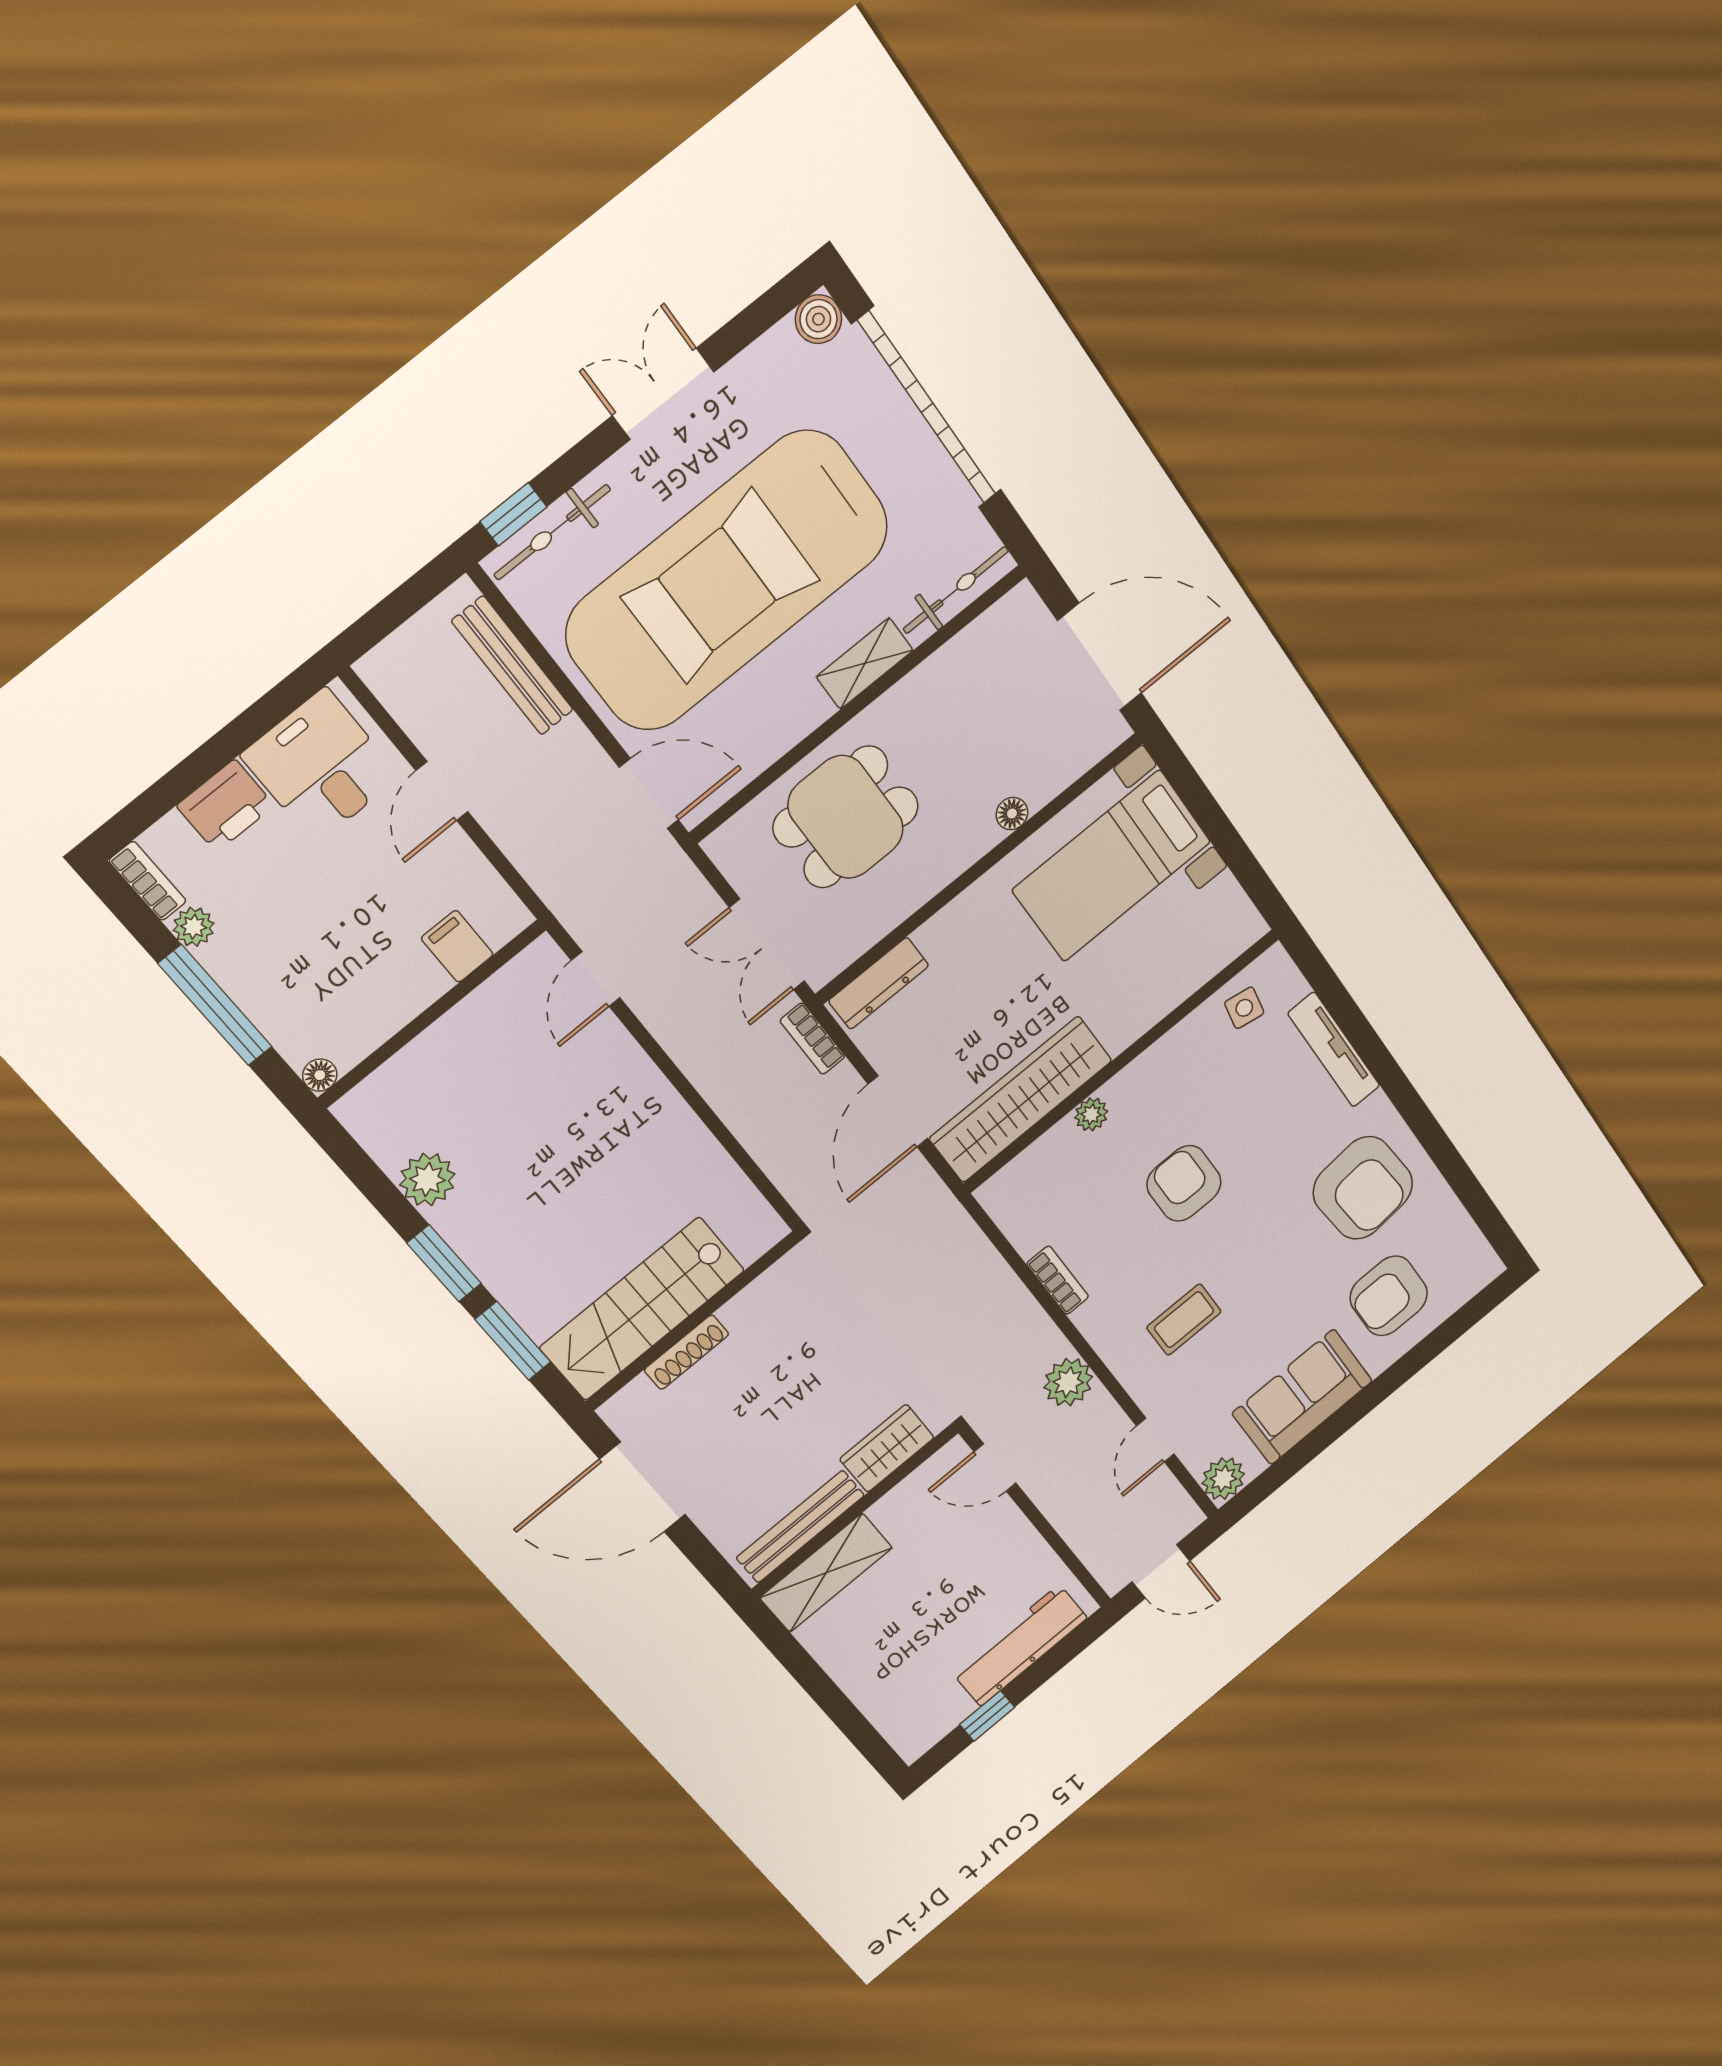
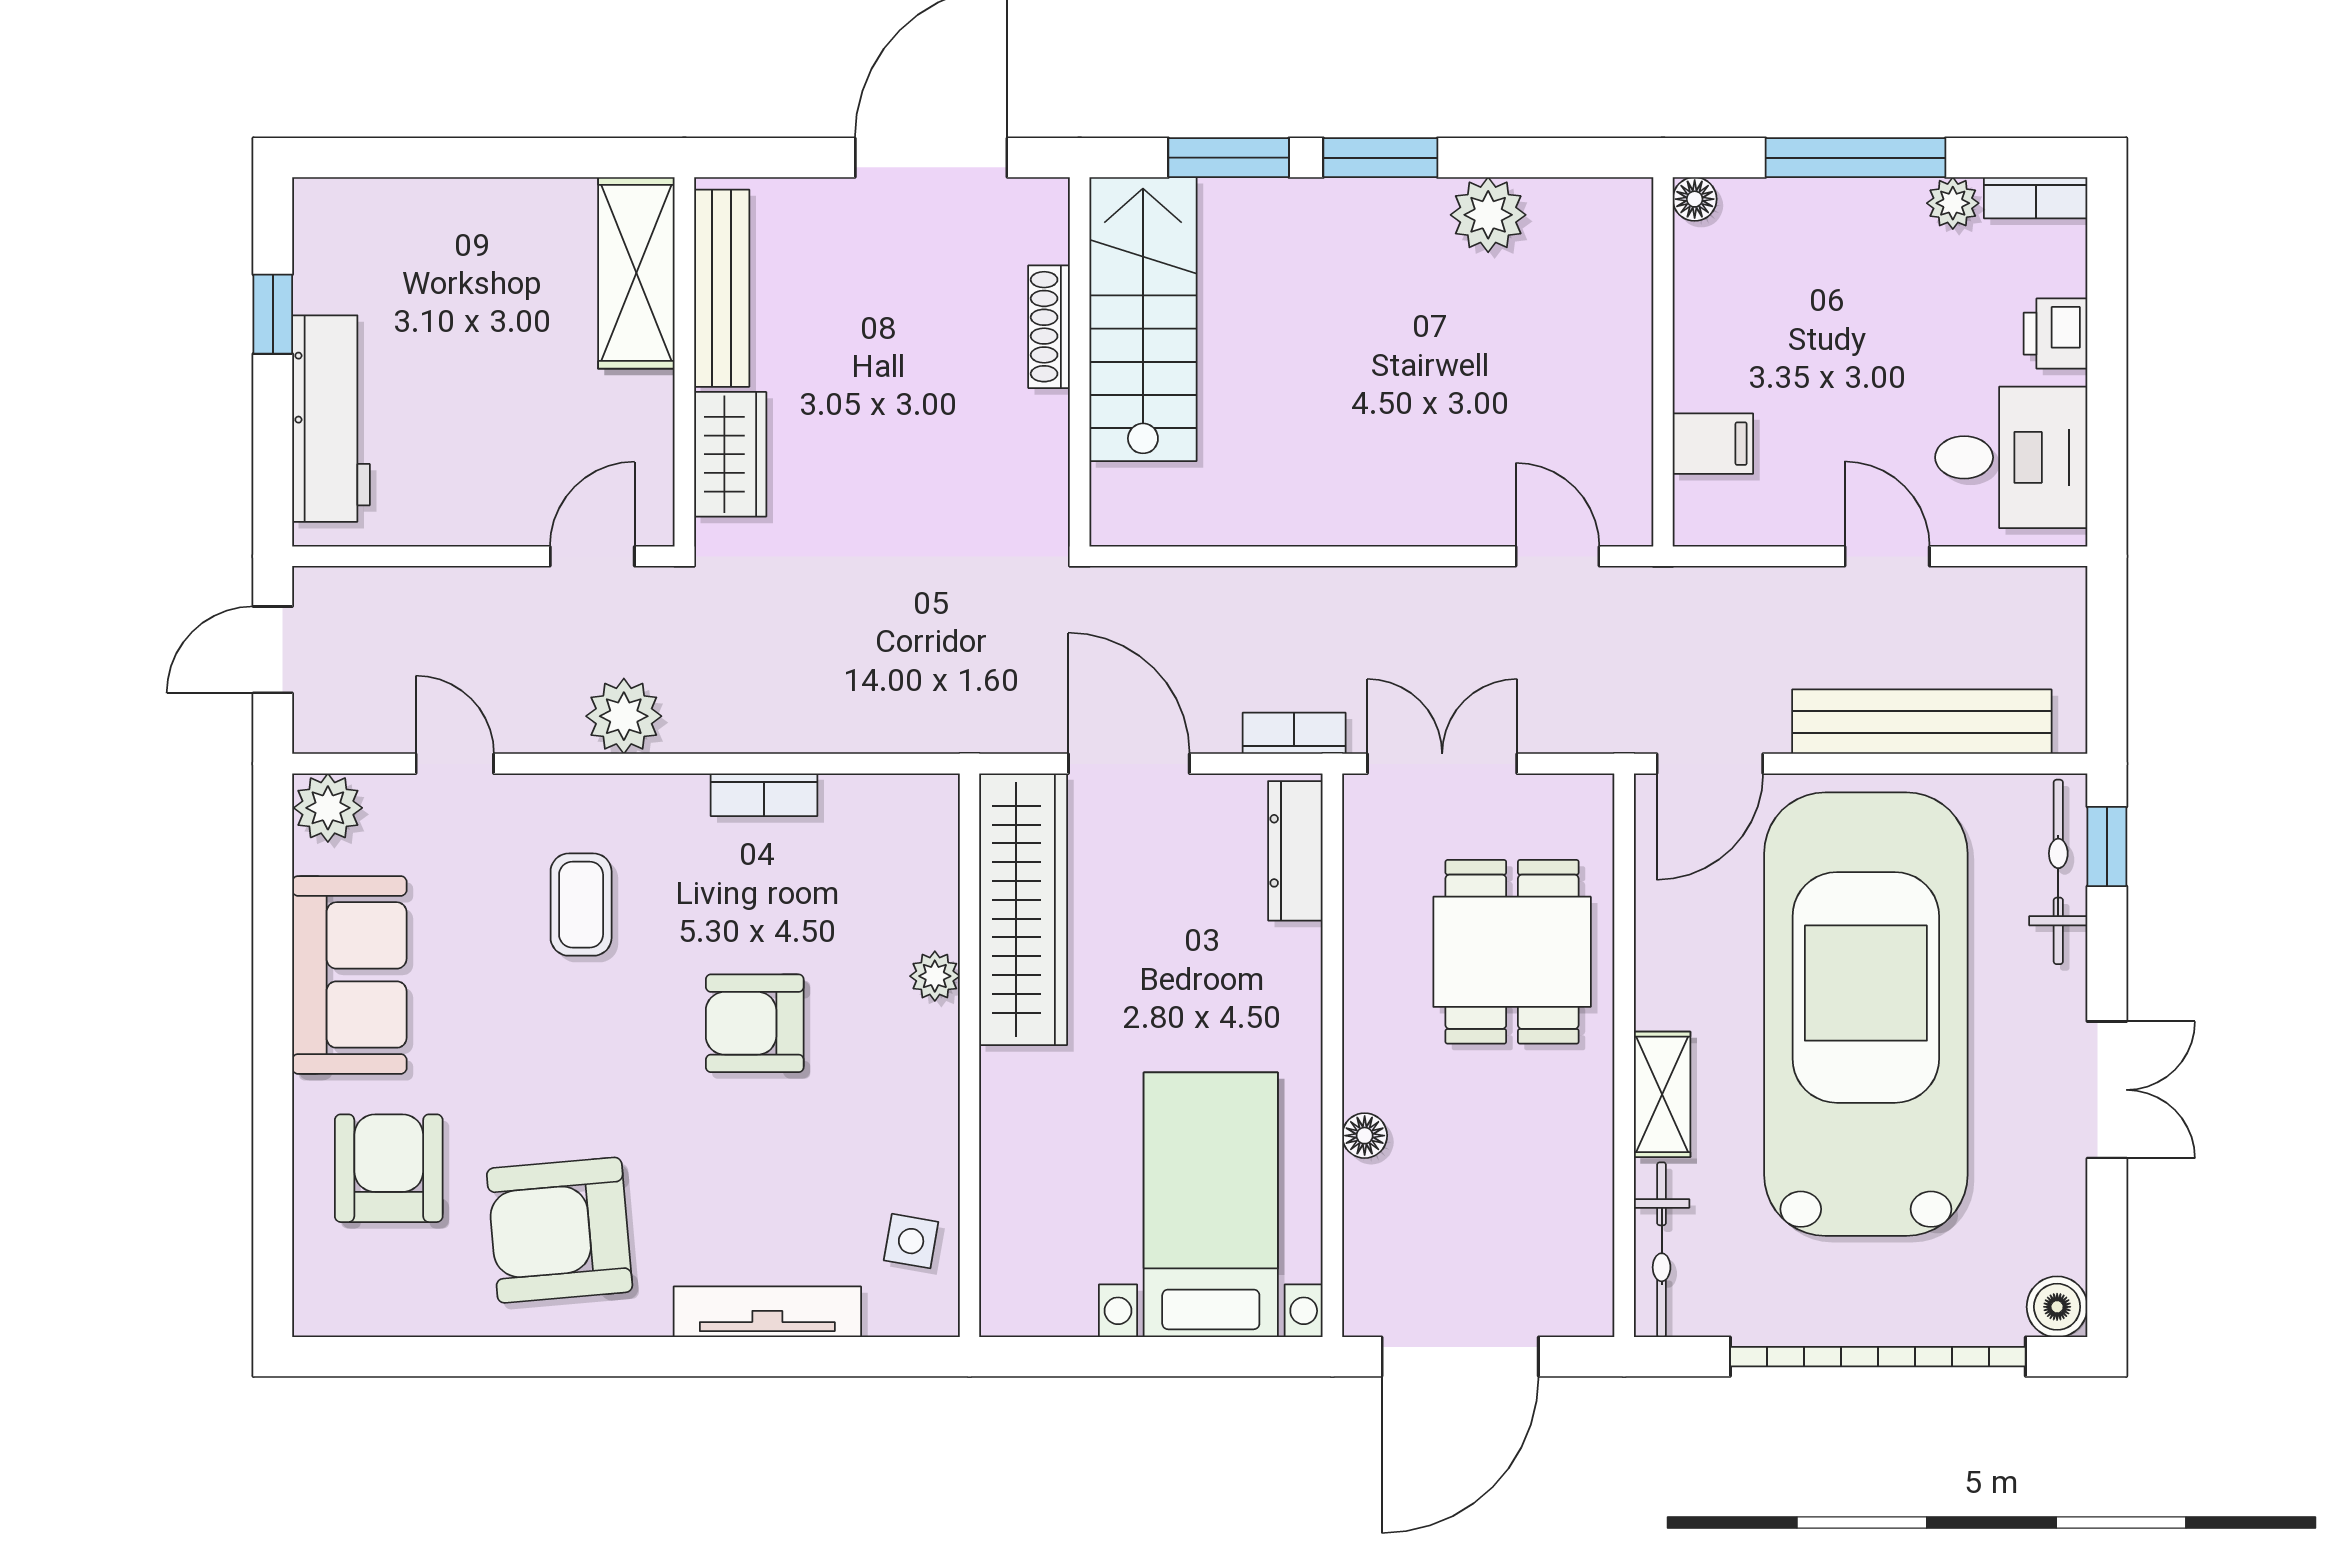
bench: (513, 666) -> (1922, 722), width x1.37, depth x1.21
printer: (226, 806) -> (2056, 334), width x0.73, depth x0.81
armchair: (1184, 1183) -> (755, 1023), turned 180

